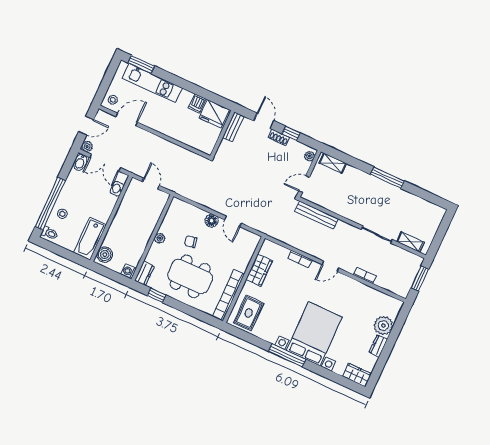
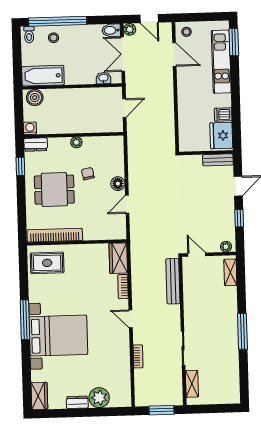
shoe rack: (279, 137) -> (229, 208), removed
wardrobe: (259, 270) -> (118, 258), moved, turned 90
dining table: (190, 276) -> (54, 190), width x0.73

